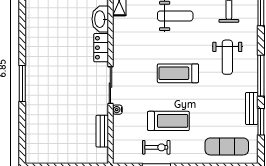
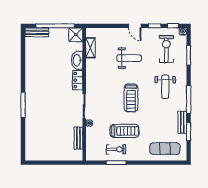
treadmill: (178, 73) -> (131, 98), turned -90

